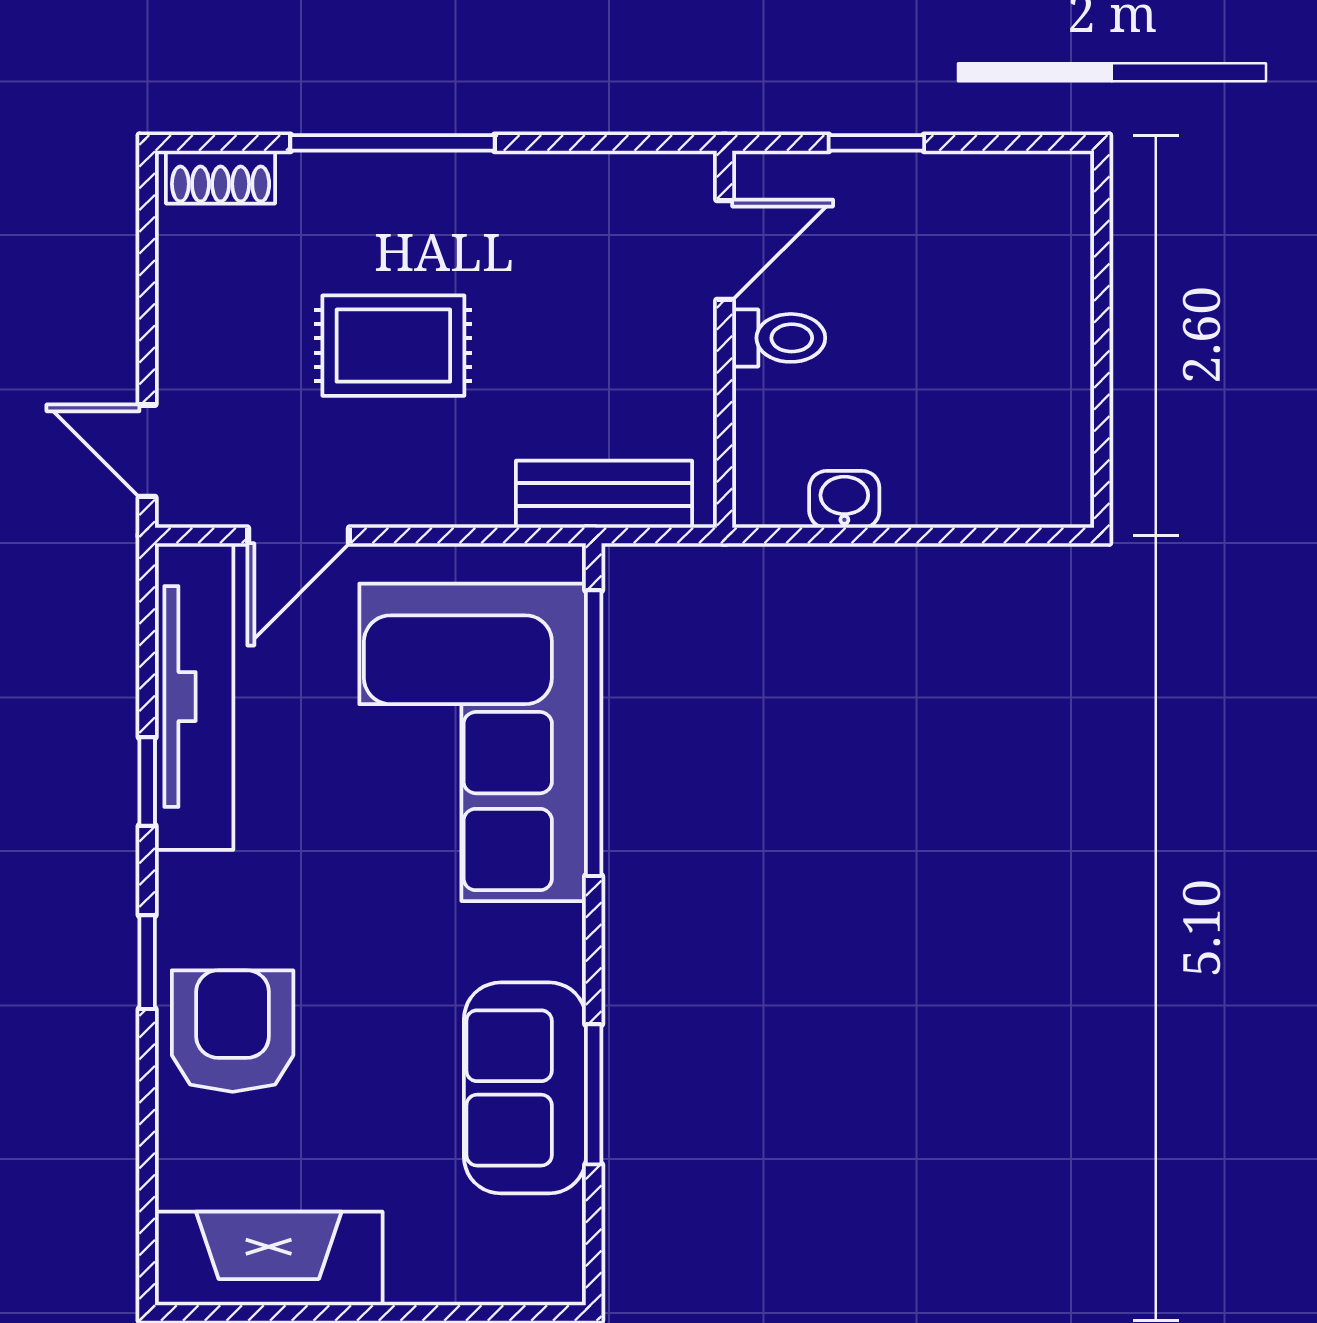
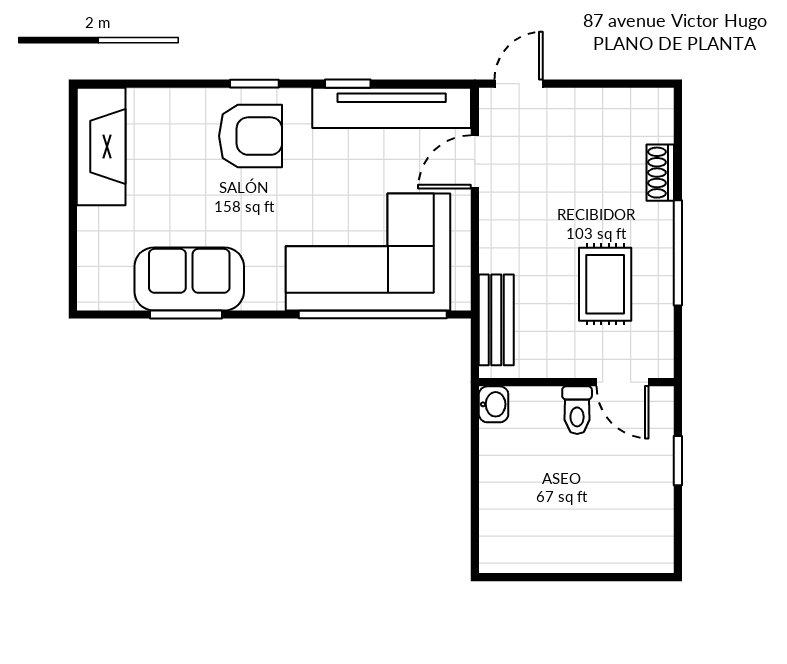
window: (392, 143) -> (678, 253), moved
shoe rack: (221, 177) -> (660, 173), moved
rug: (393, 346) -> (605, 284), moved
washbasin: (844, 499) -> (494, 404), moved
door: (299, 535) -> (475, 162), hinge flipped
armchair: (233, 1031) -> (251, 136), moved

